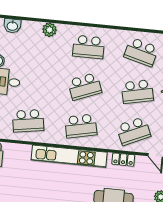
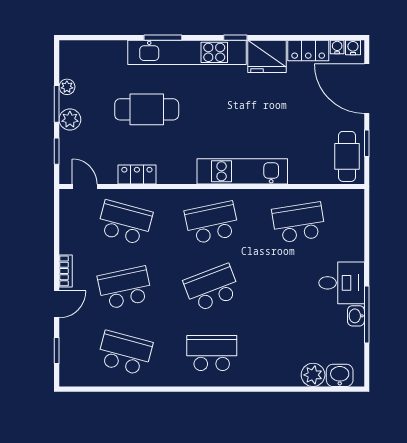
plant: (49, 30) -> (313, 375), moved
school desk: (133, 131) -> (125, 223), turned 39
kitchen unit: (69, 156) -> (242, 171), width x0.73

